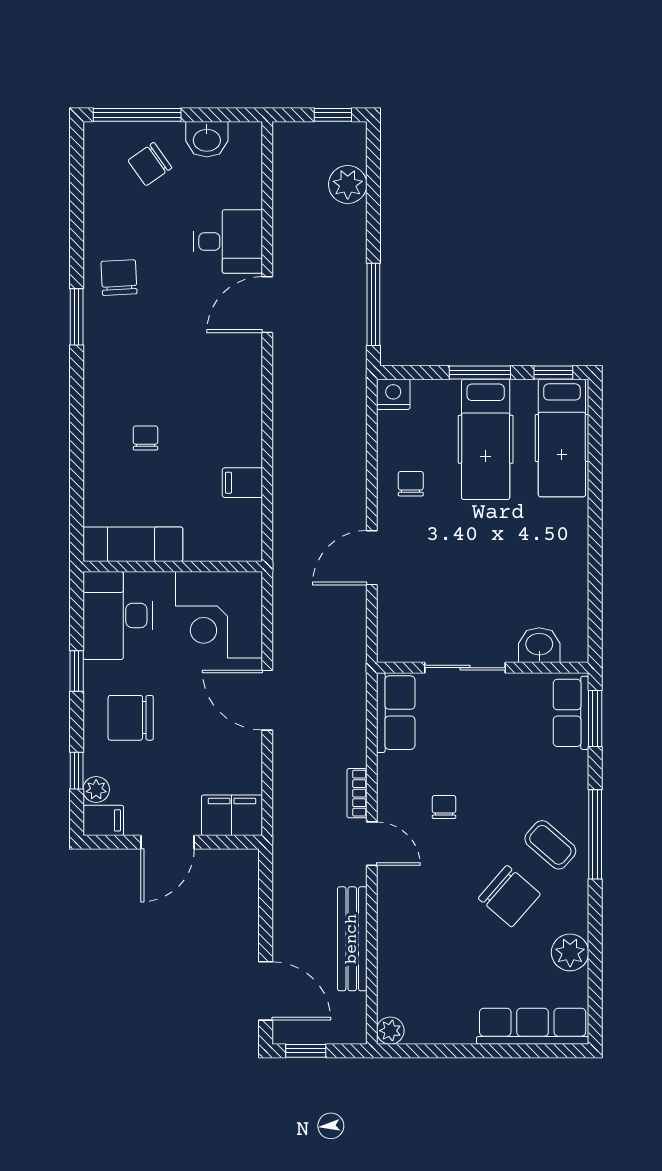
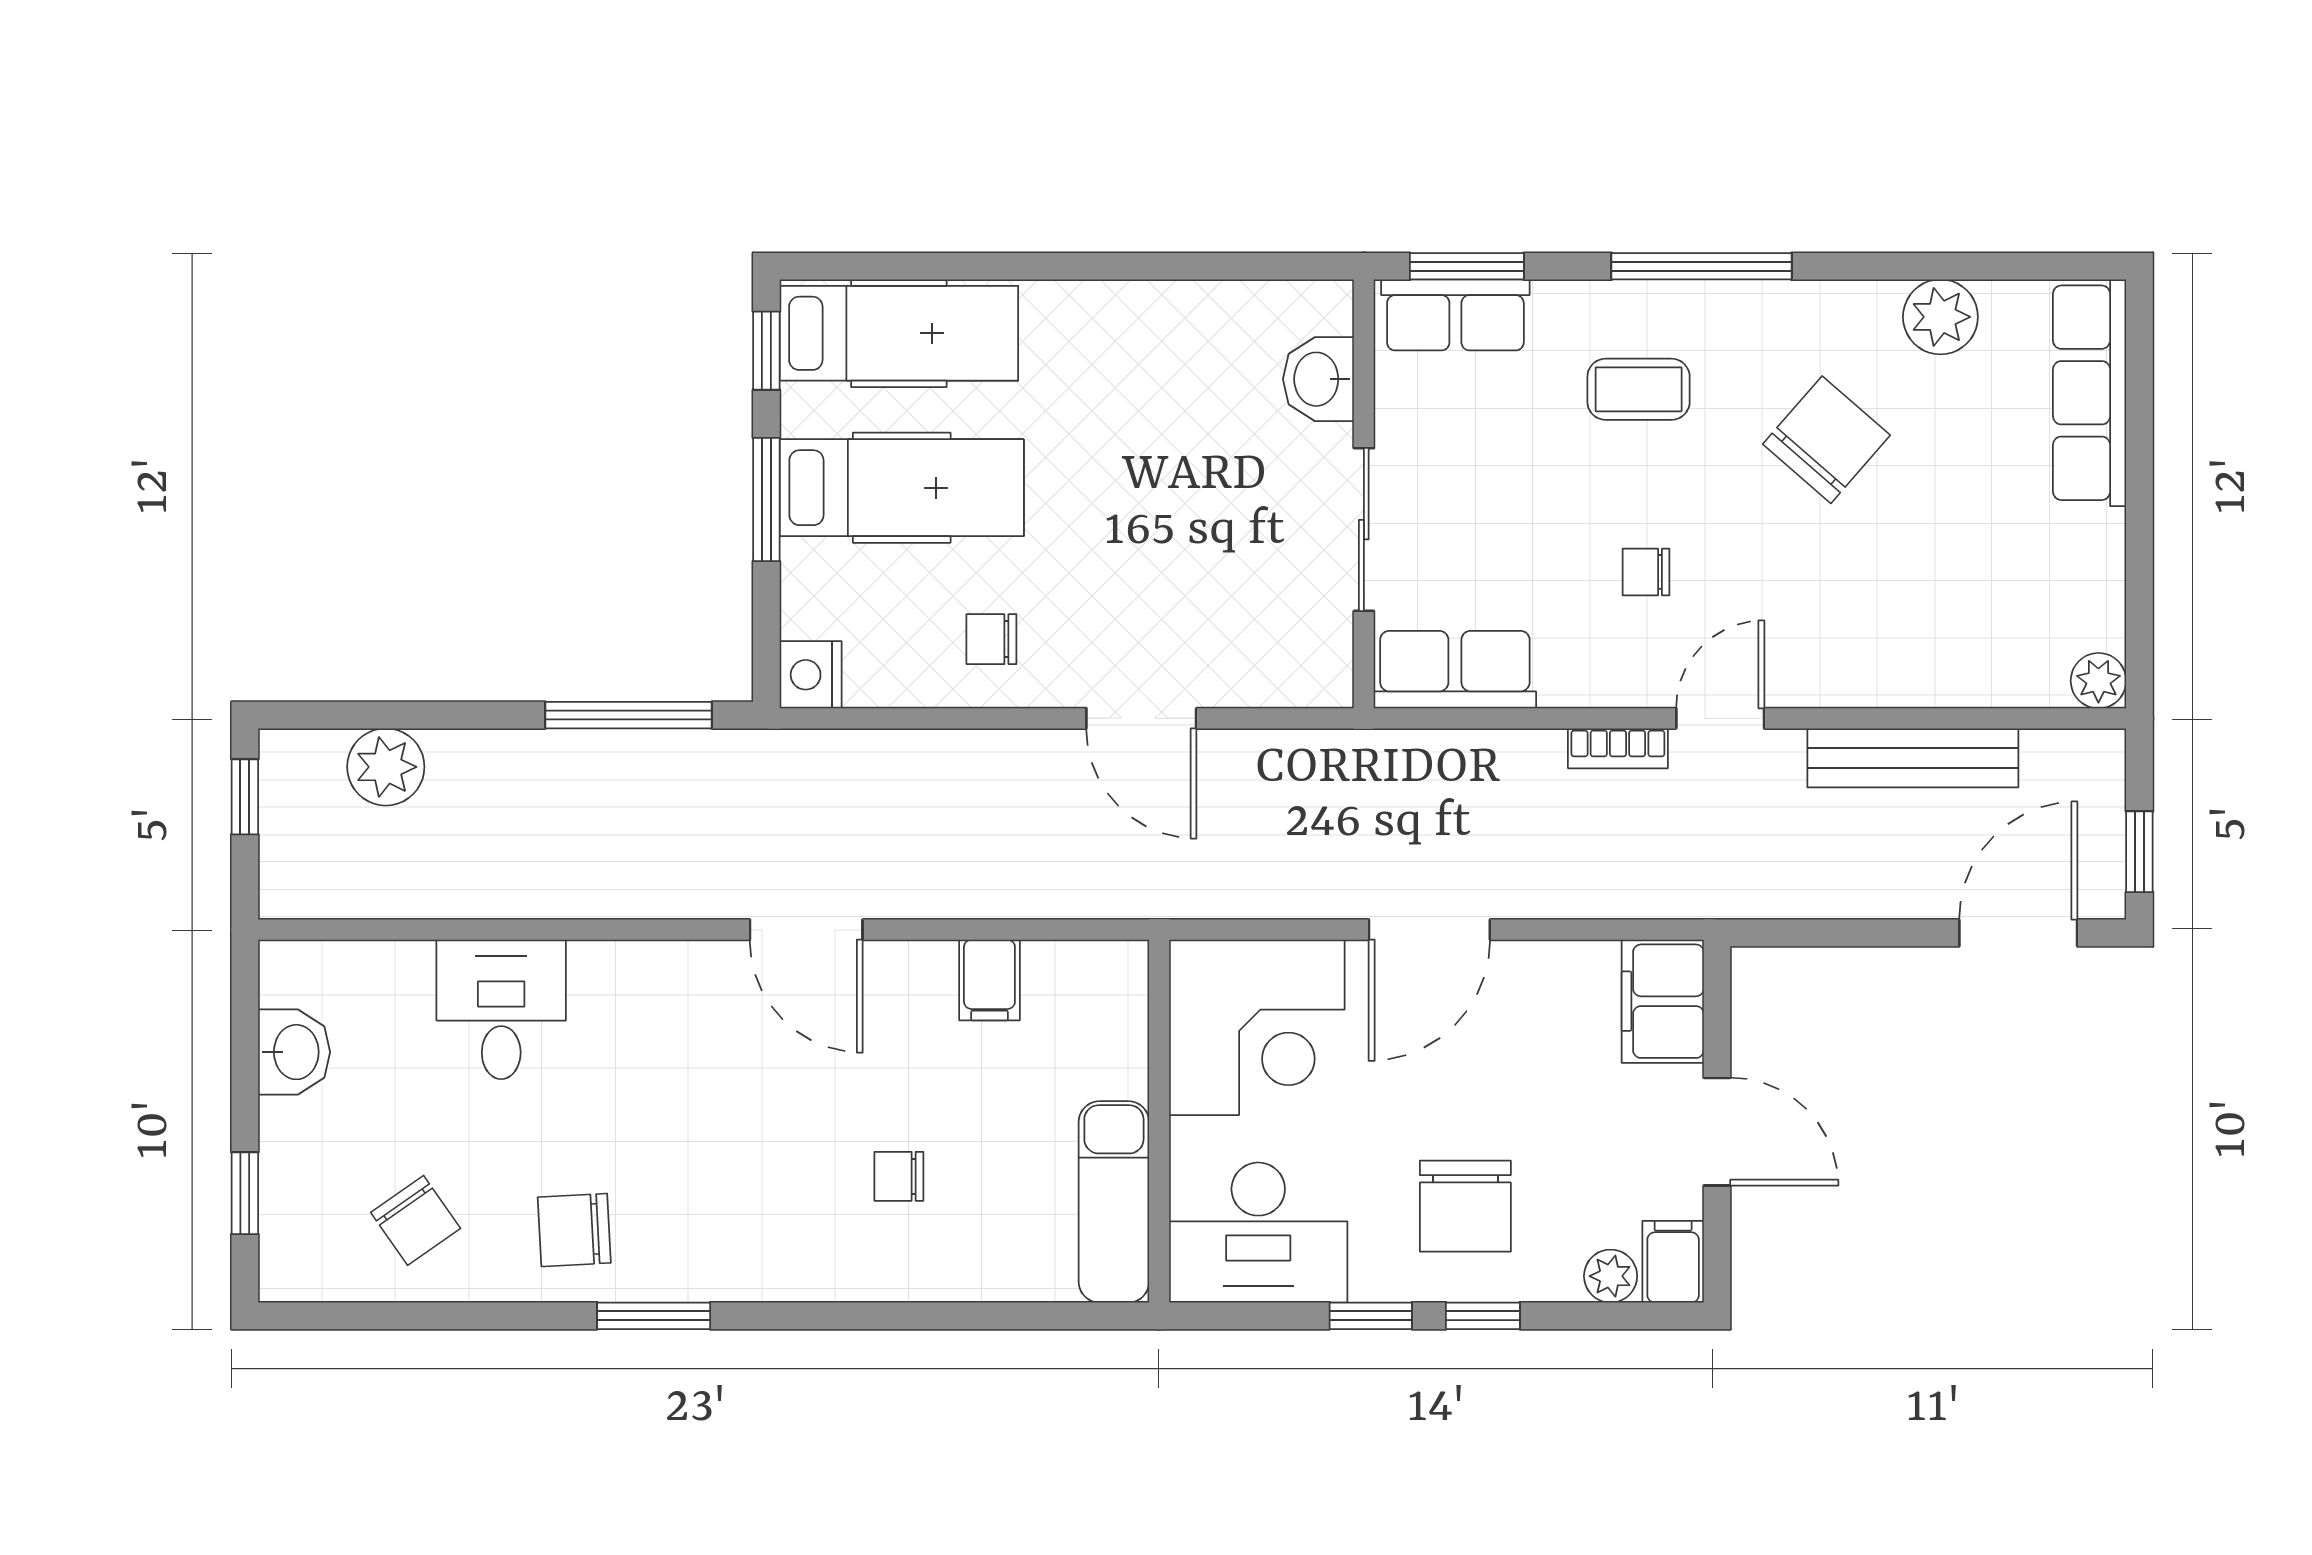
window: (137, 115) -> (245, 1193), width x0.46
chair: (150, 164) -> (416, 1220), moved
door: (267, 305) -> (806, 930), moved
window: (77, 771) -> (1483, 1316), moved
coffee table: (550, 845) -> (1639, 389), moved, turned 49

